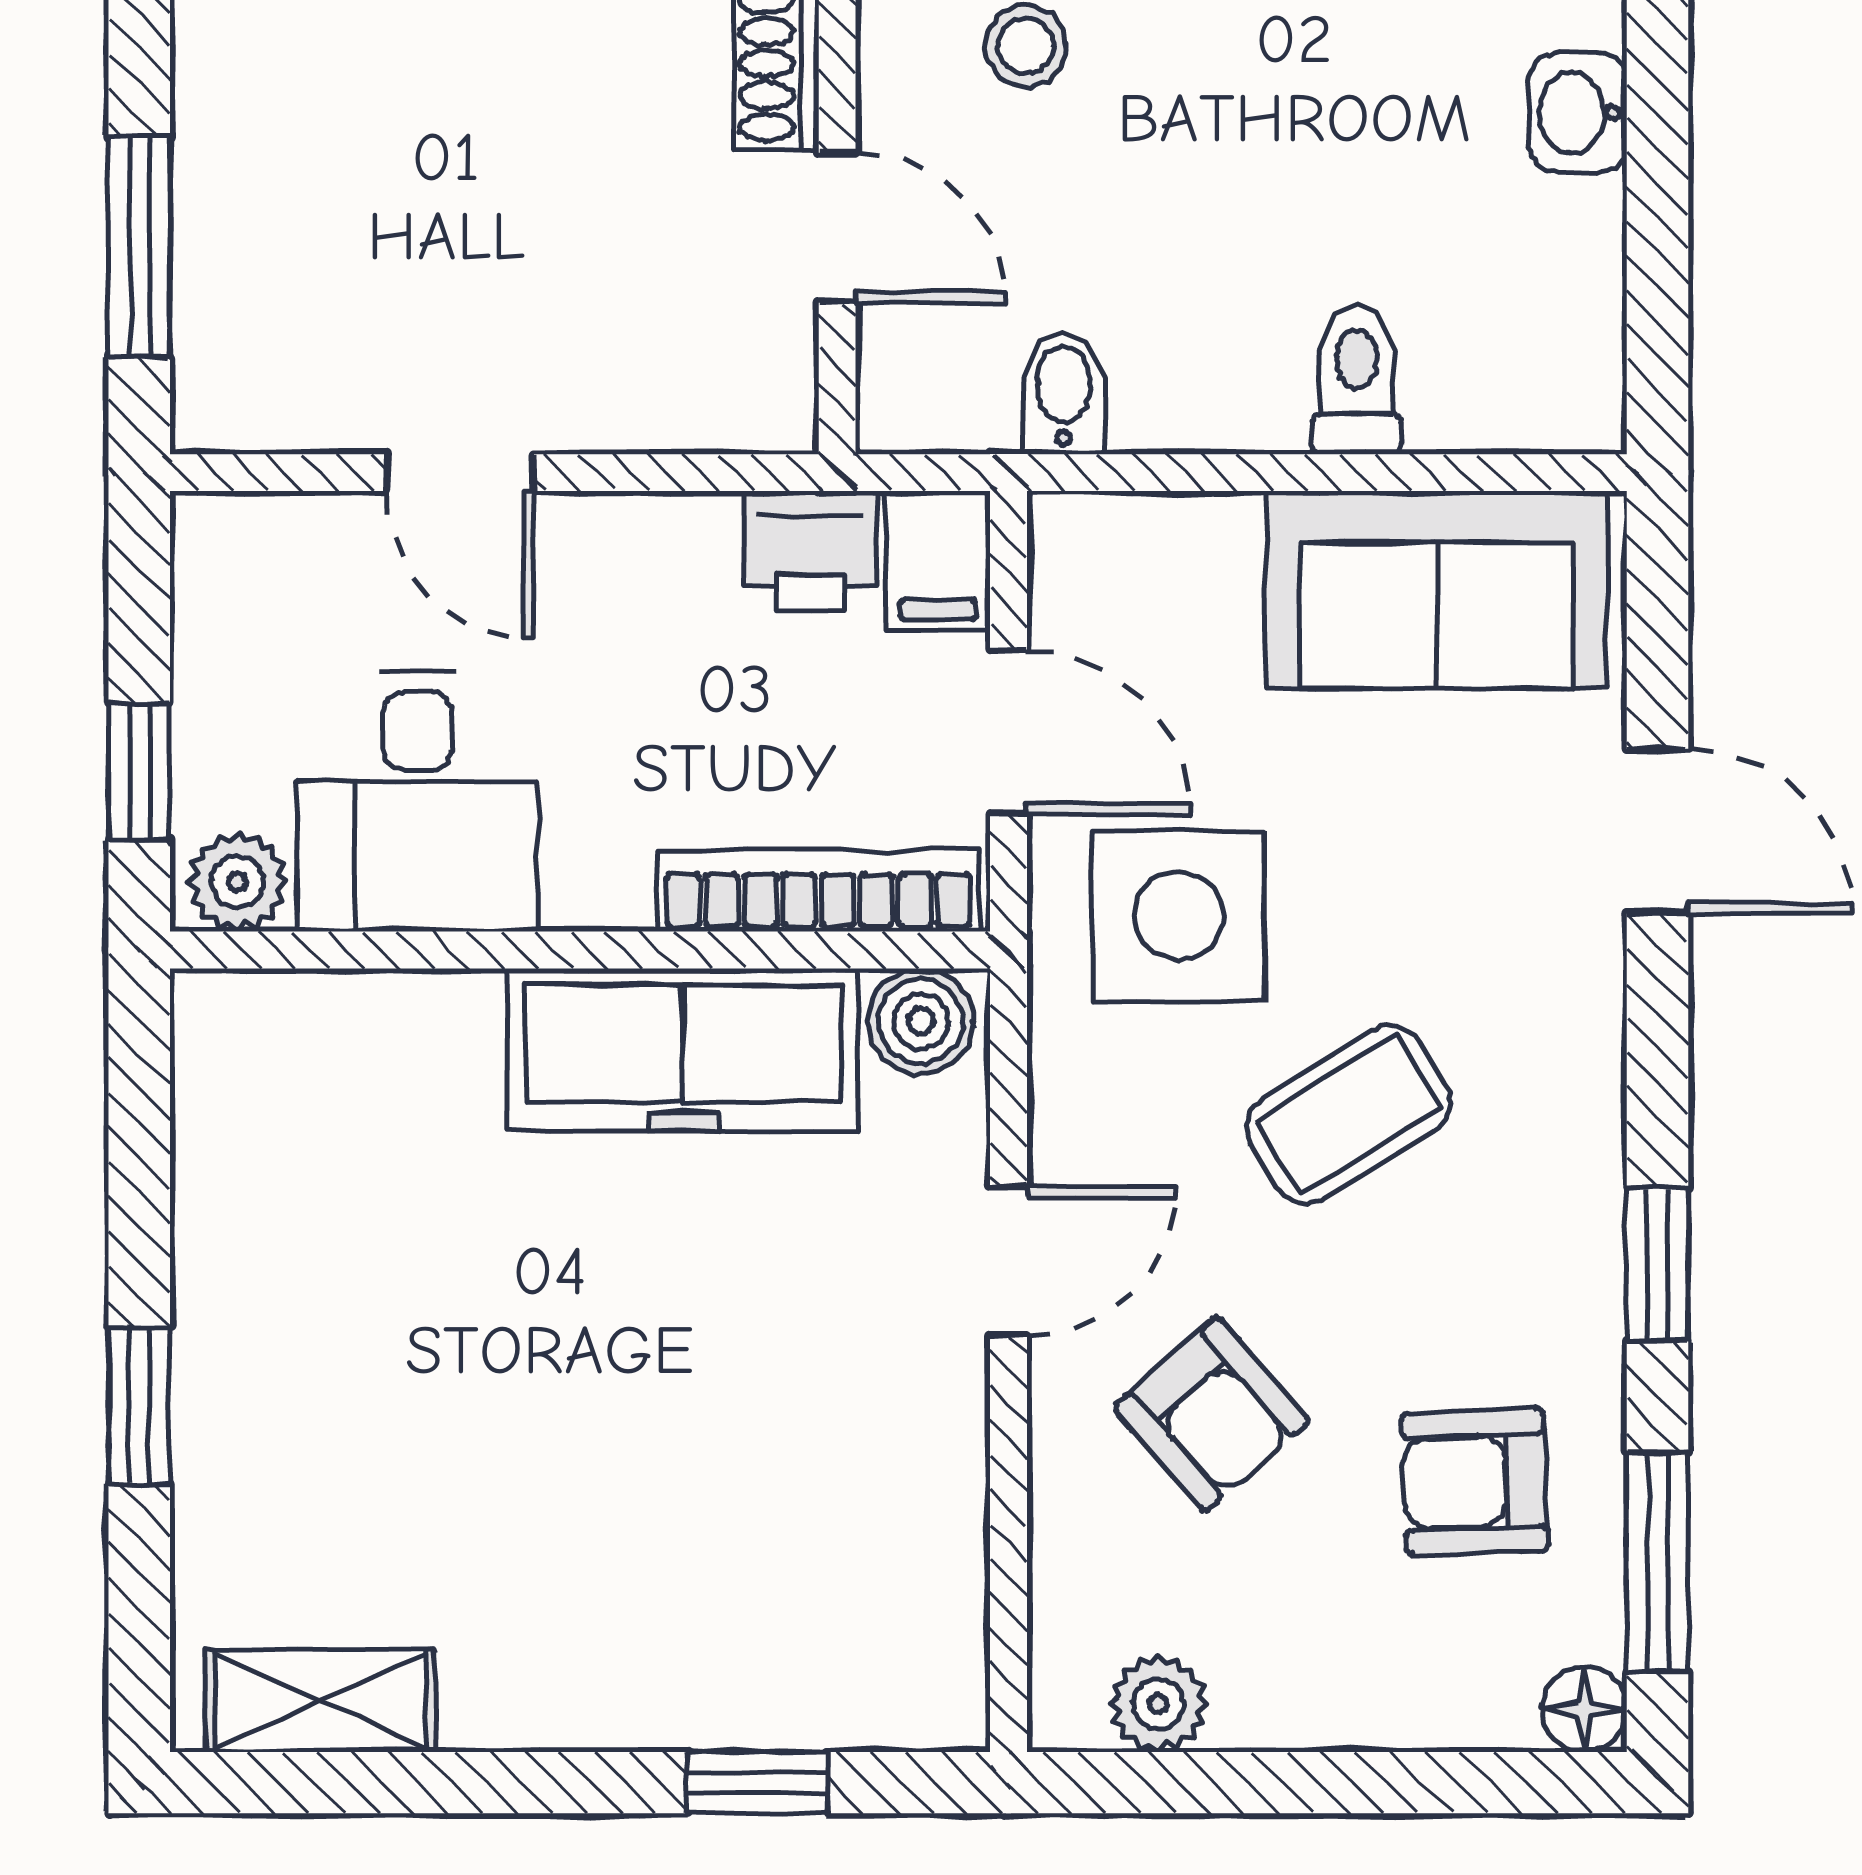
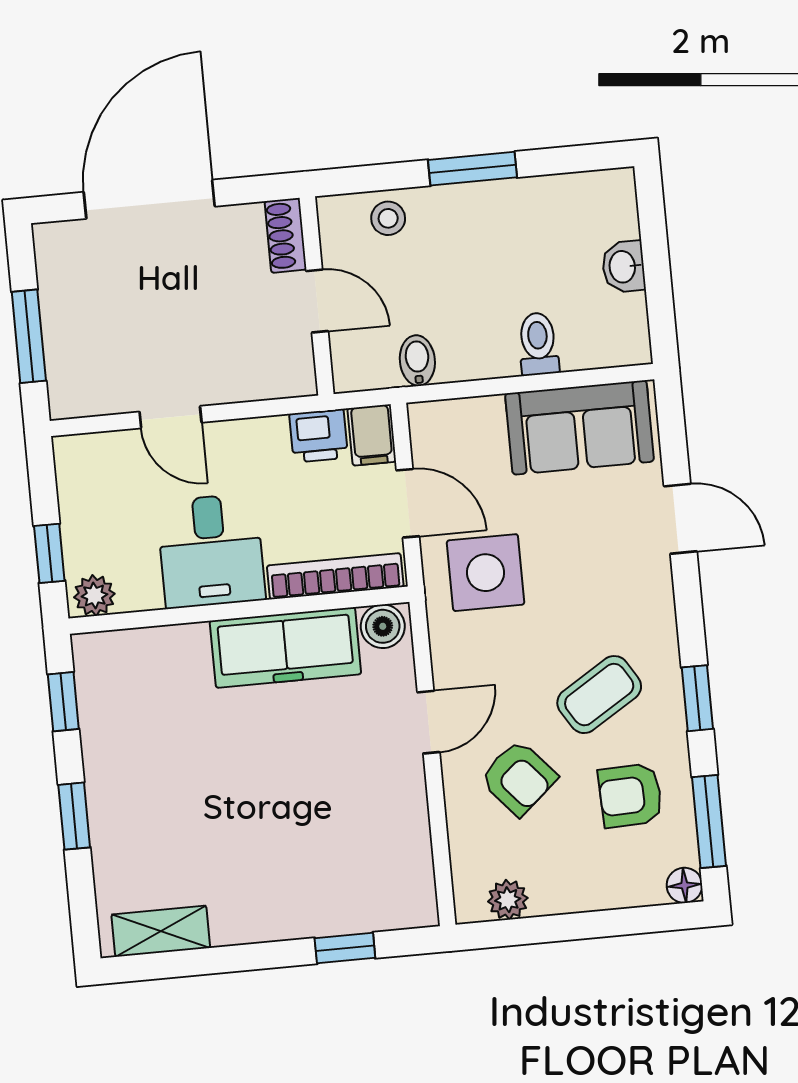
washbasin: (1578, 113) -> (623, 267), moved
desk: (418, 802) -> (211, 551), moved
coffee table: (1348, 1114) -> (599, 695), moved
window: (139, 1129) -> (63, 702), added

